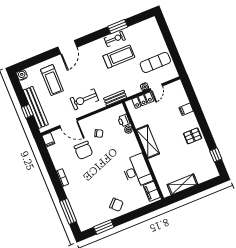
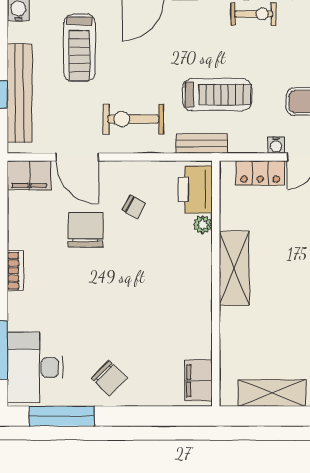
treadmill: (119, 57) -> (217, 95), moved
printer: (124, 120) -> (195, 190), width x1.87, depth x1.48
filing cabinet: (48, 140) -> (29, 175), width x2.00
chair: (83, 150) -> (86, 230), turned 180
desk: (137, 171) -> (35, 368), moved, turned 180
window: (104, 227) -> (62, 416), width x1.44

